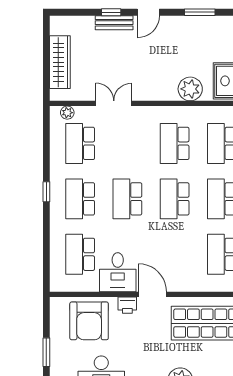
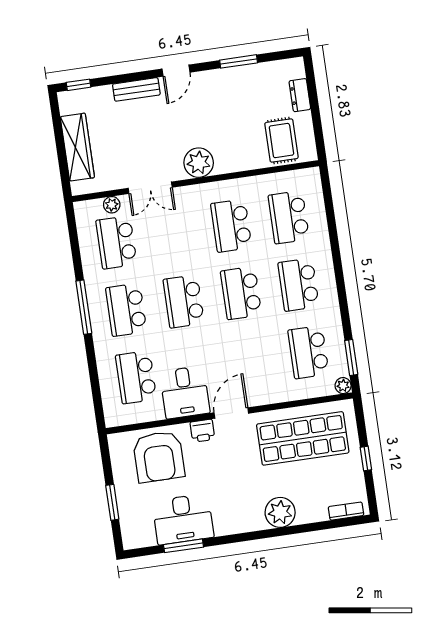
window: (111, 12) -> (79, 85), moved
plant: (190, 89) -> (199, 163), moved
double door: (114, 103) -> (150, 188), swing flipped
plant: (67, 113) -> (112, 205), moved
window: (46, 192) -> (84, 307), width x2.17
door: (153, 294) -> (231, 413), hinge flipped

